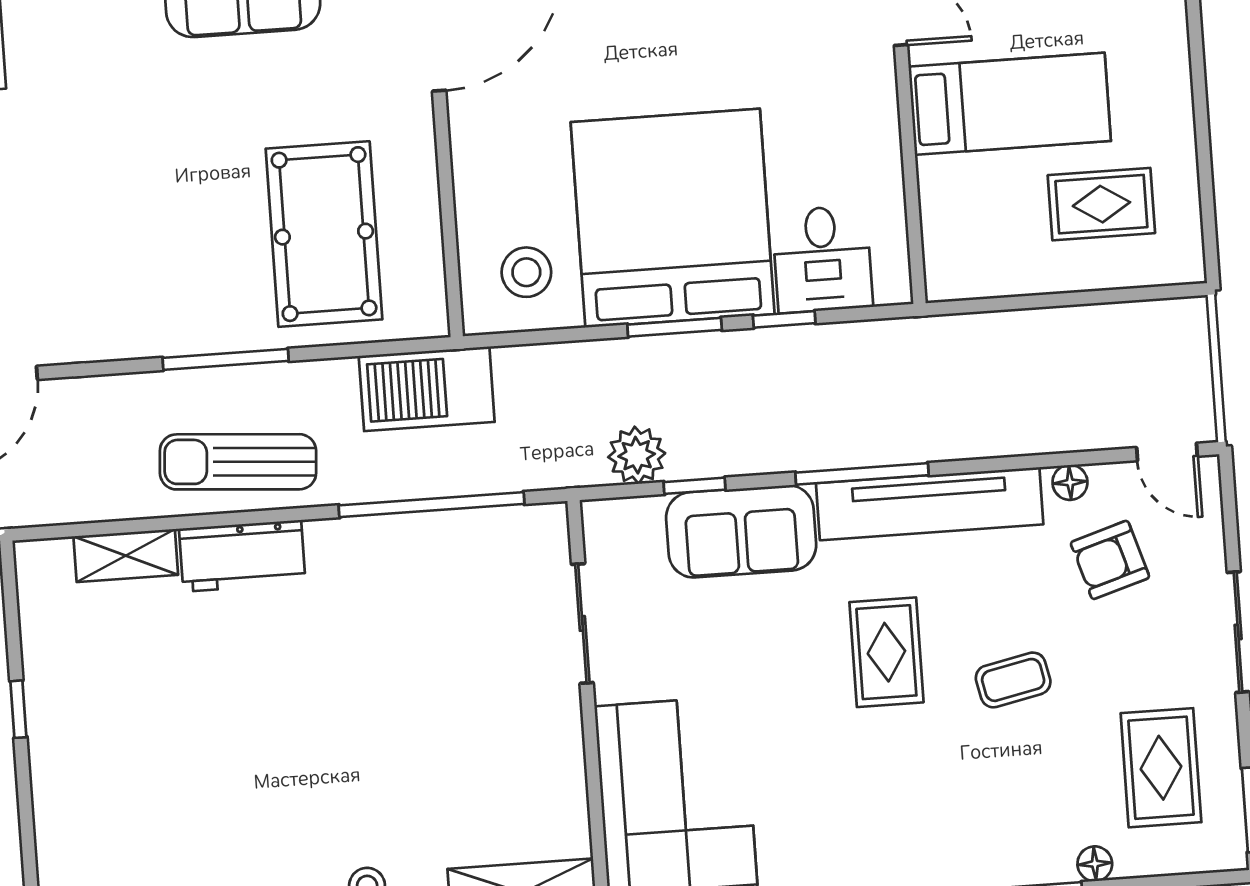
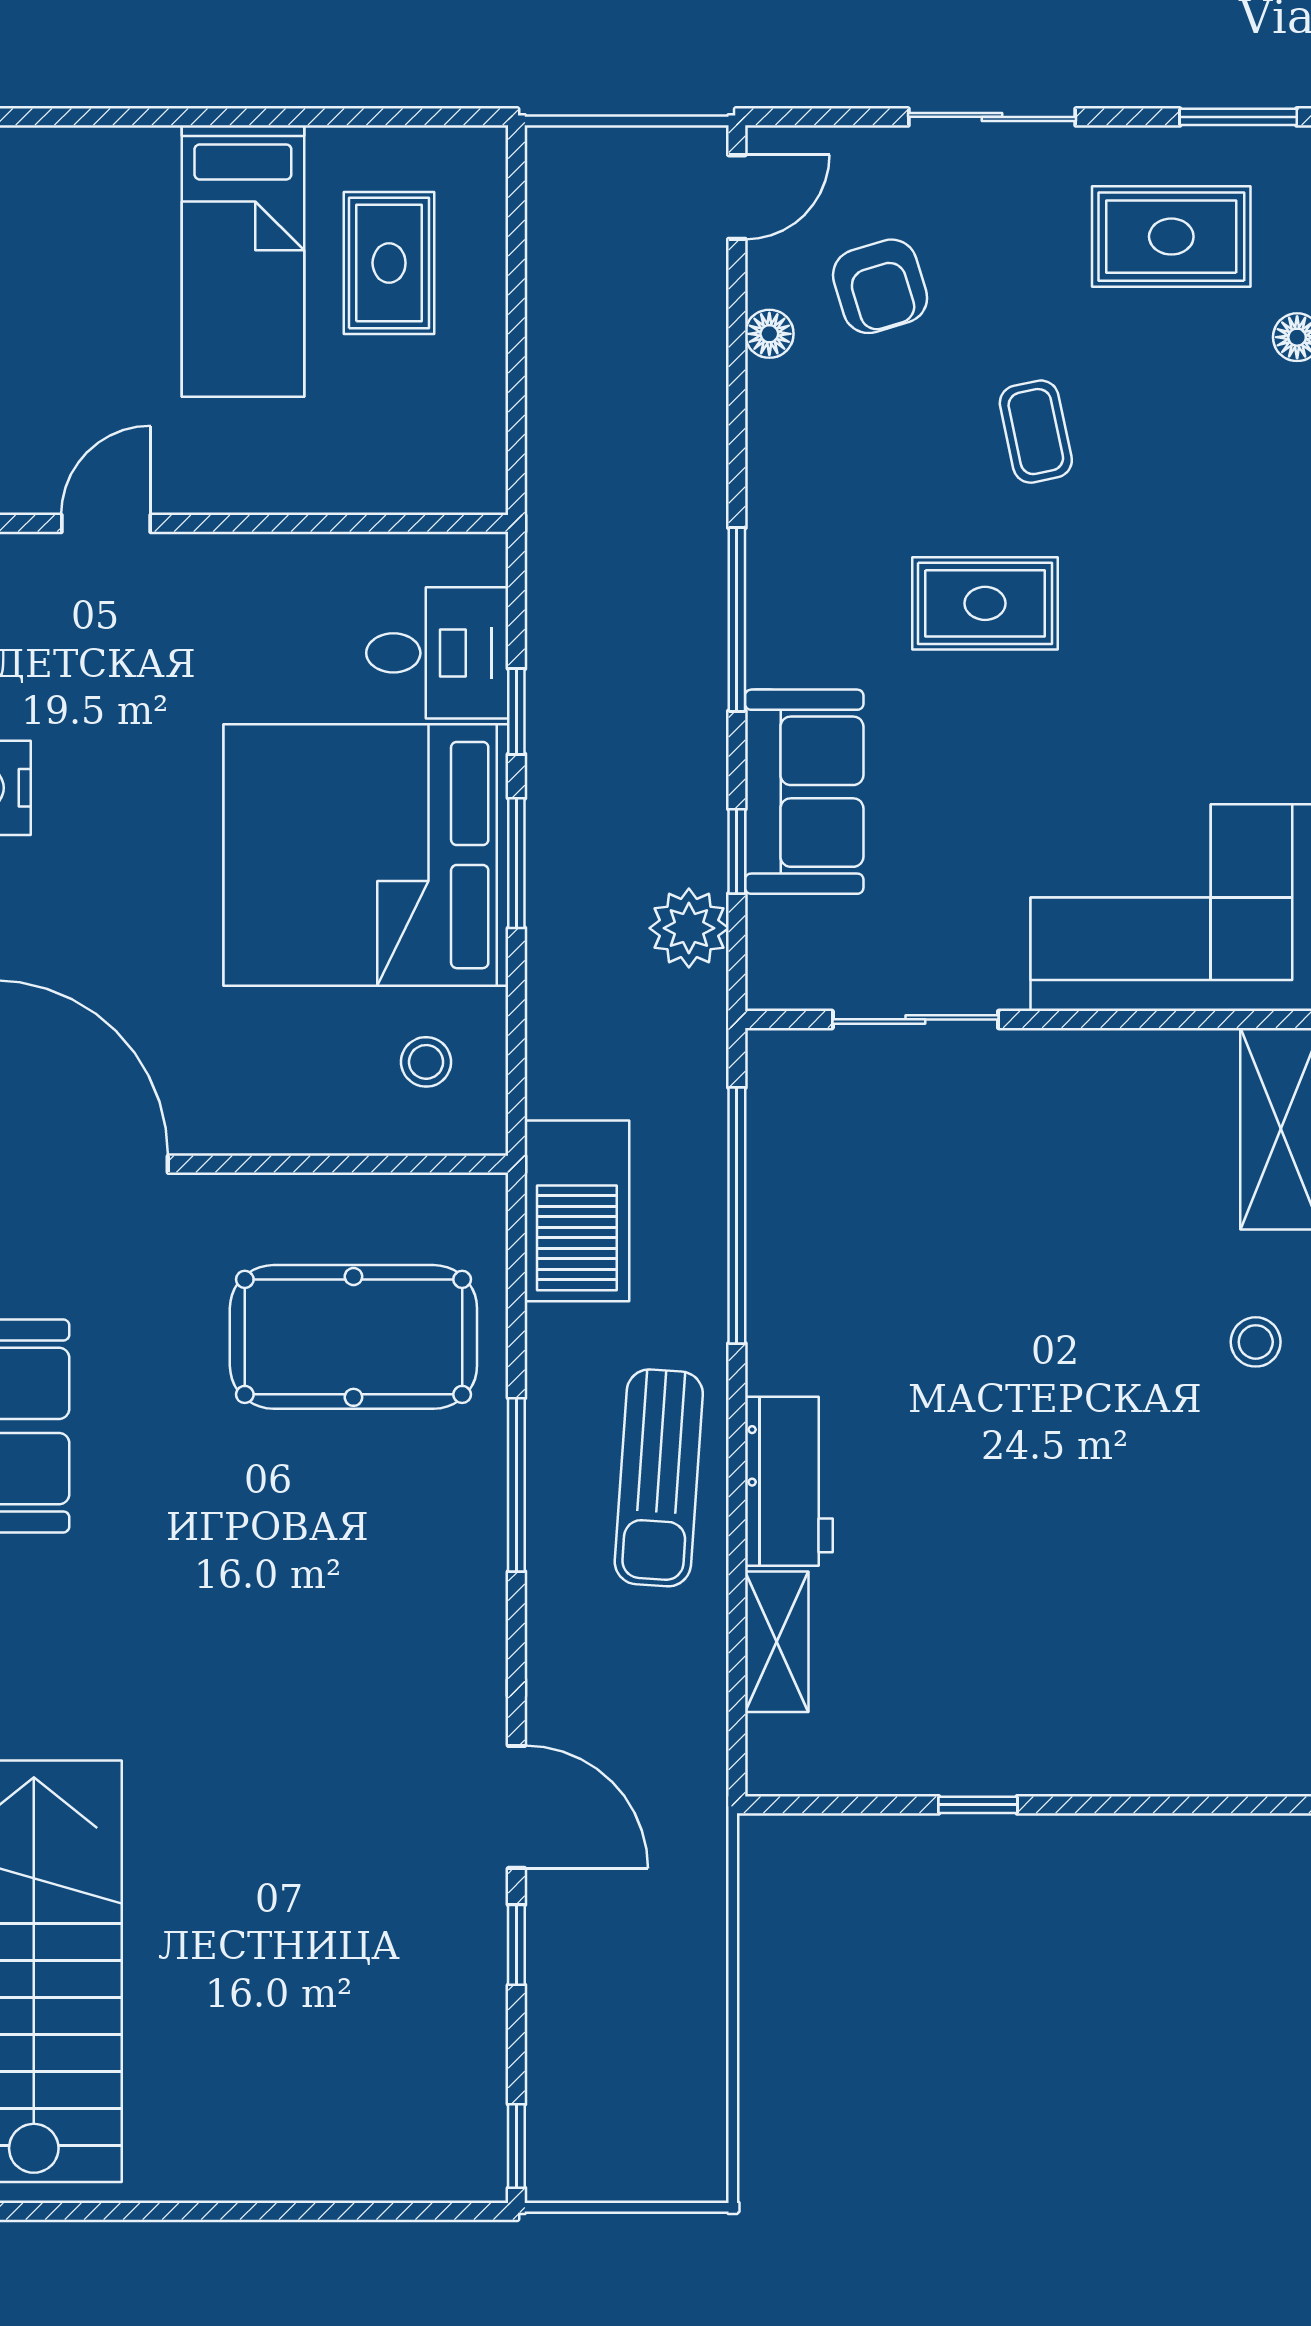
bed: (1010, 104) -> (243, 261), moved, turned 180
stool: (526, 272) -> (426, 1062), width x0.73, depth x0.73
tv unit: (930, 504) -> (785, 529), removed

